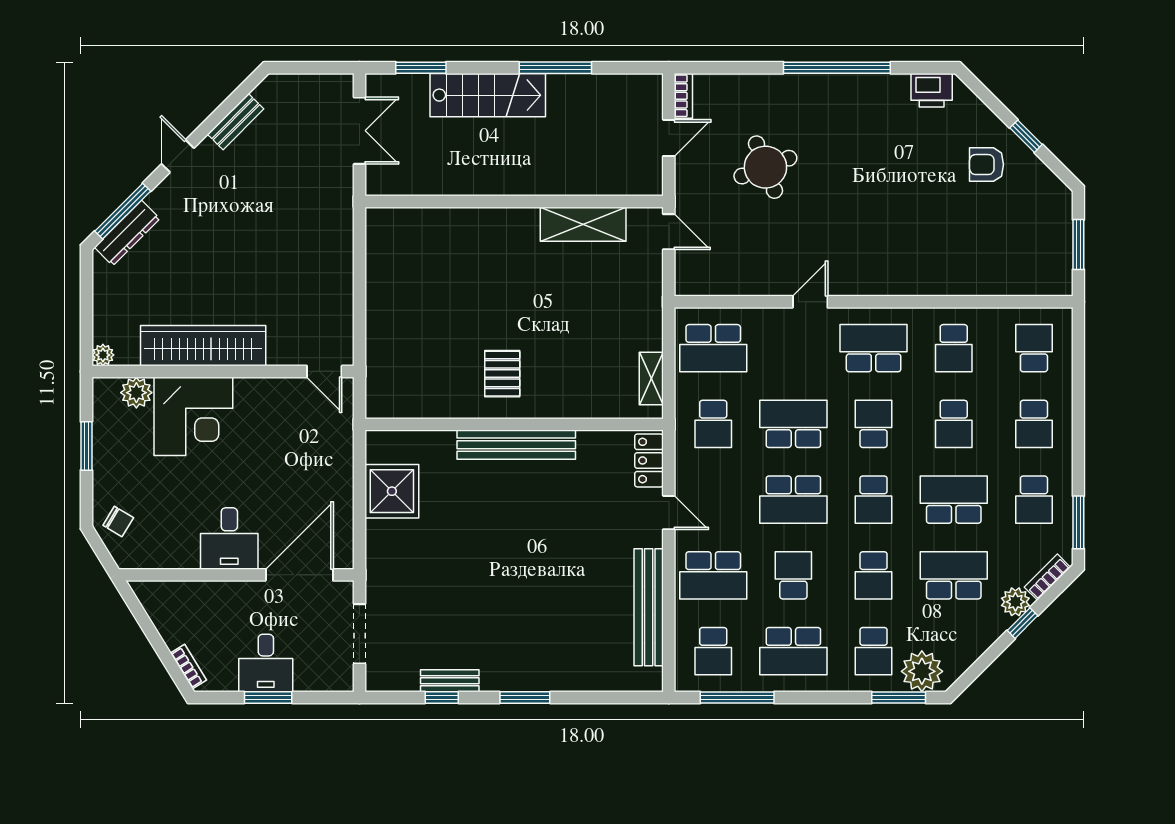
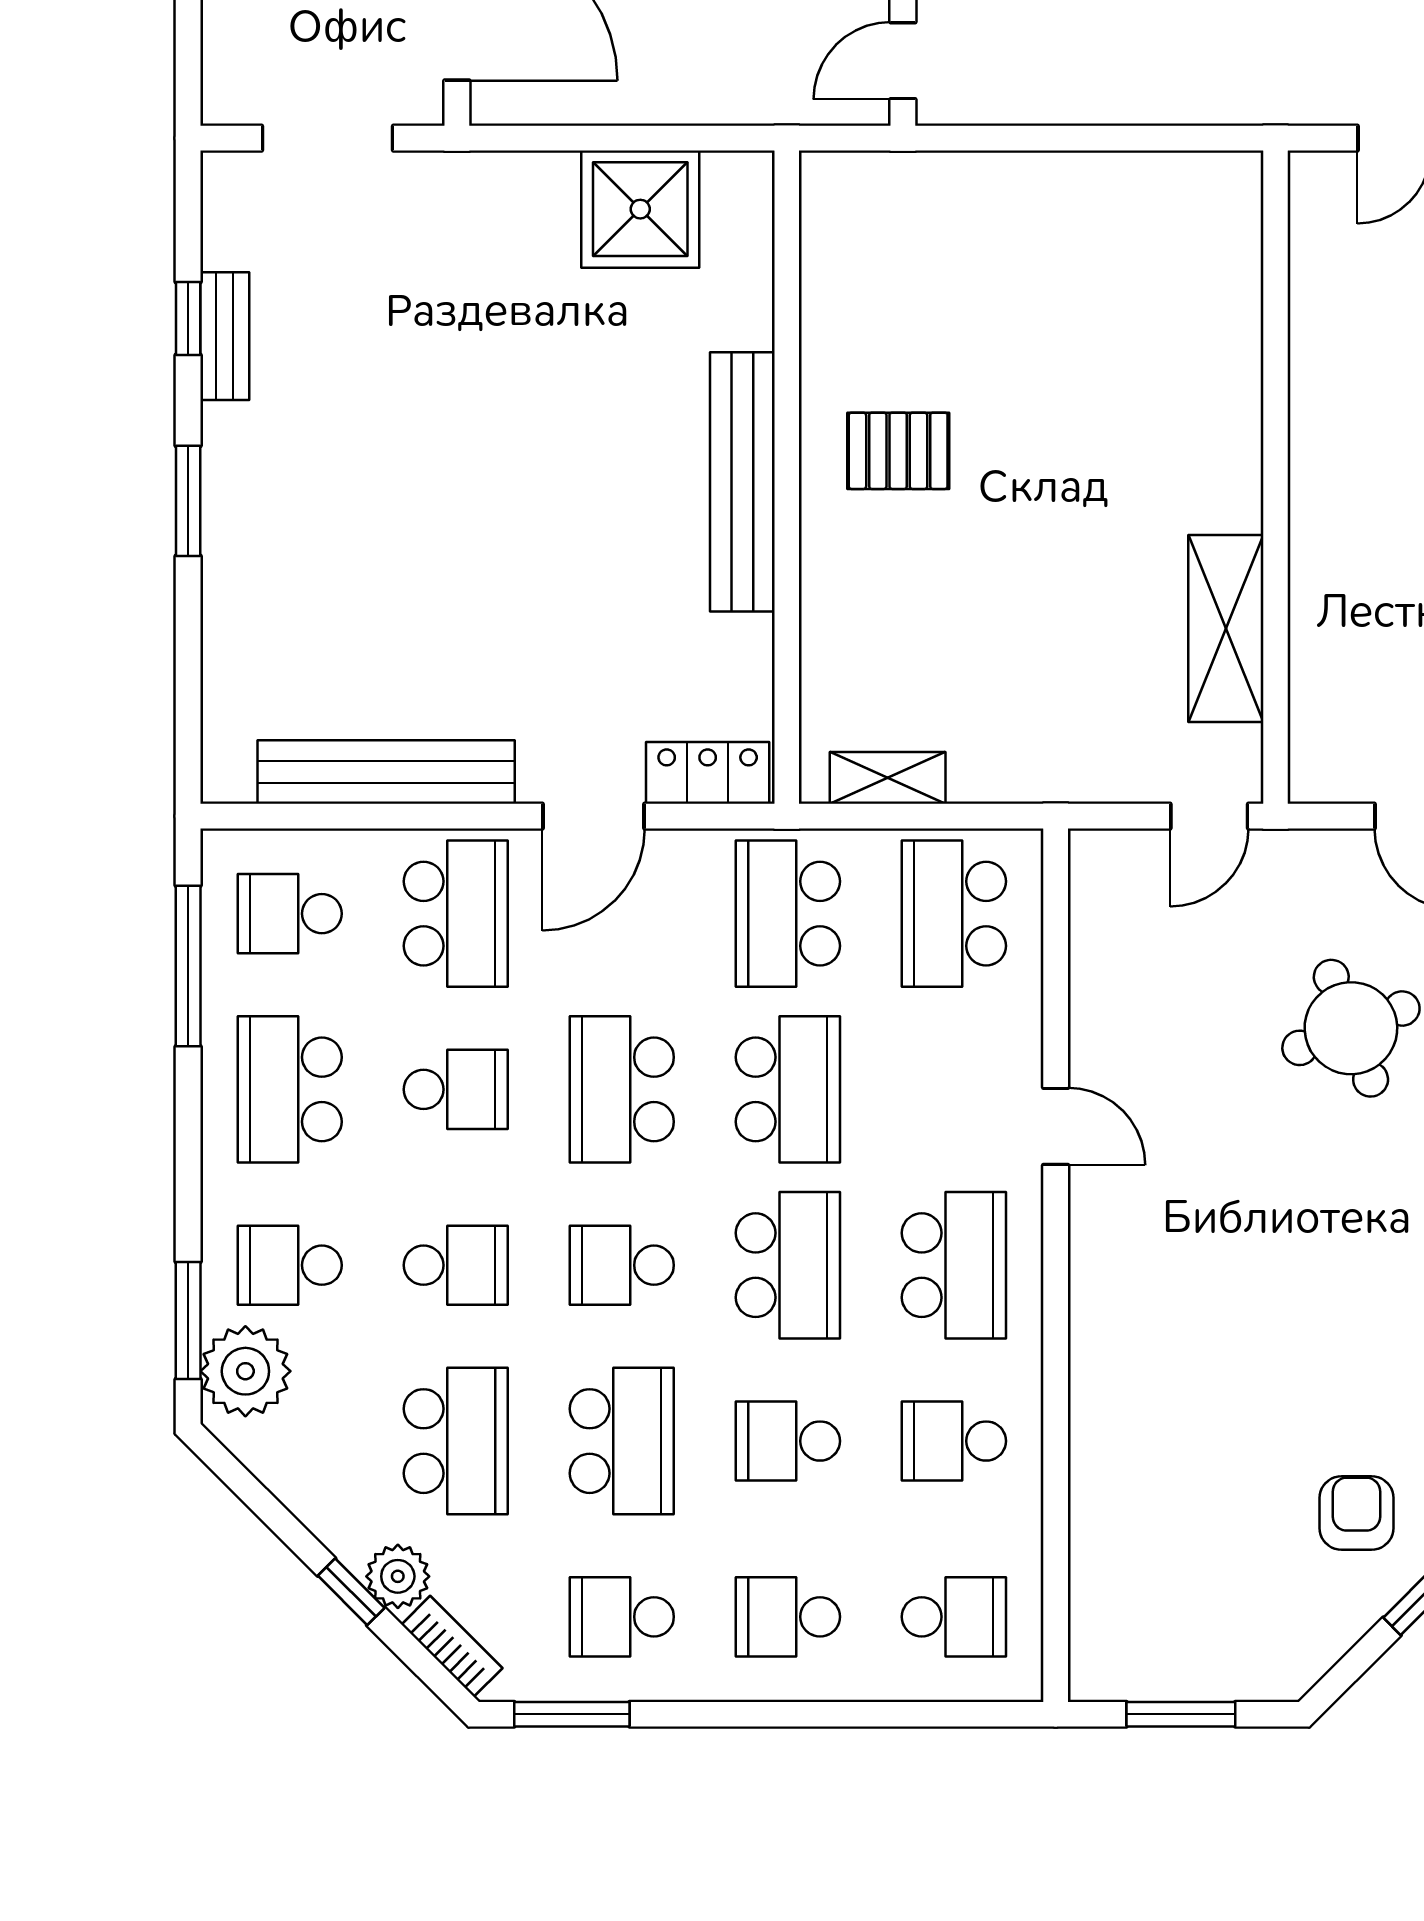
school desk: (713, 424) -> (788, 914), width x1.85
school desk: (874, 424) -> (788, 1265), width x1.85
door: (669, 513) -> (593, 816), width x1.38
school desk: (713, 575) -> (456, 914), turned 180
school desk: (874, 575) -> (456, 1265), turned 180

